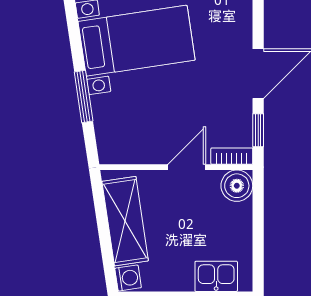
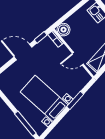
door: (187, 167) -> (78, 59), moved

